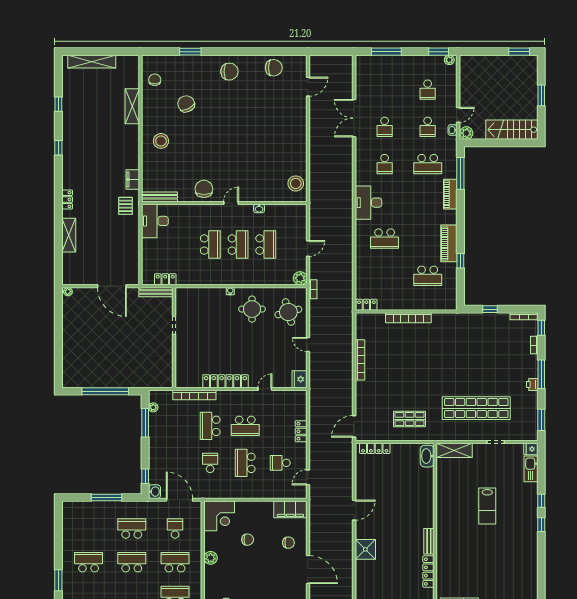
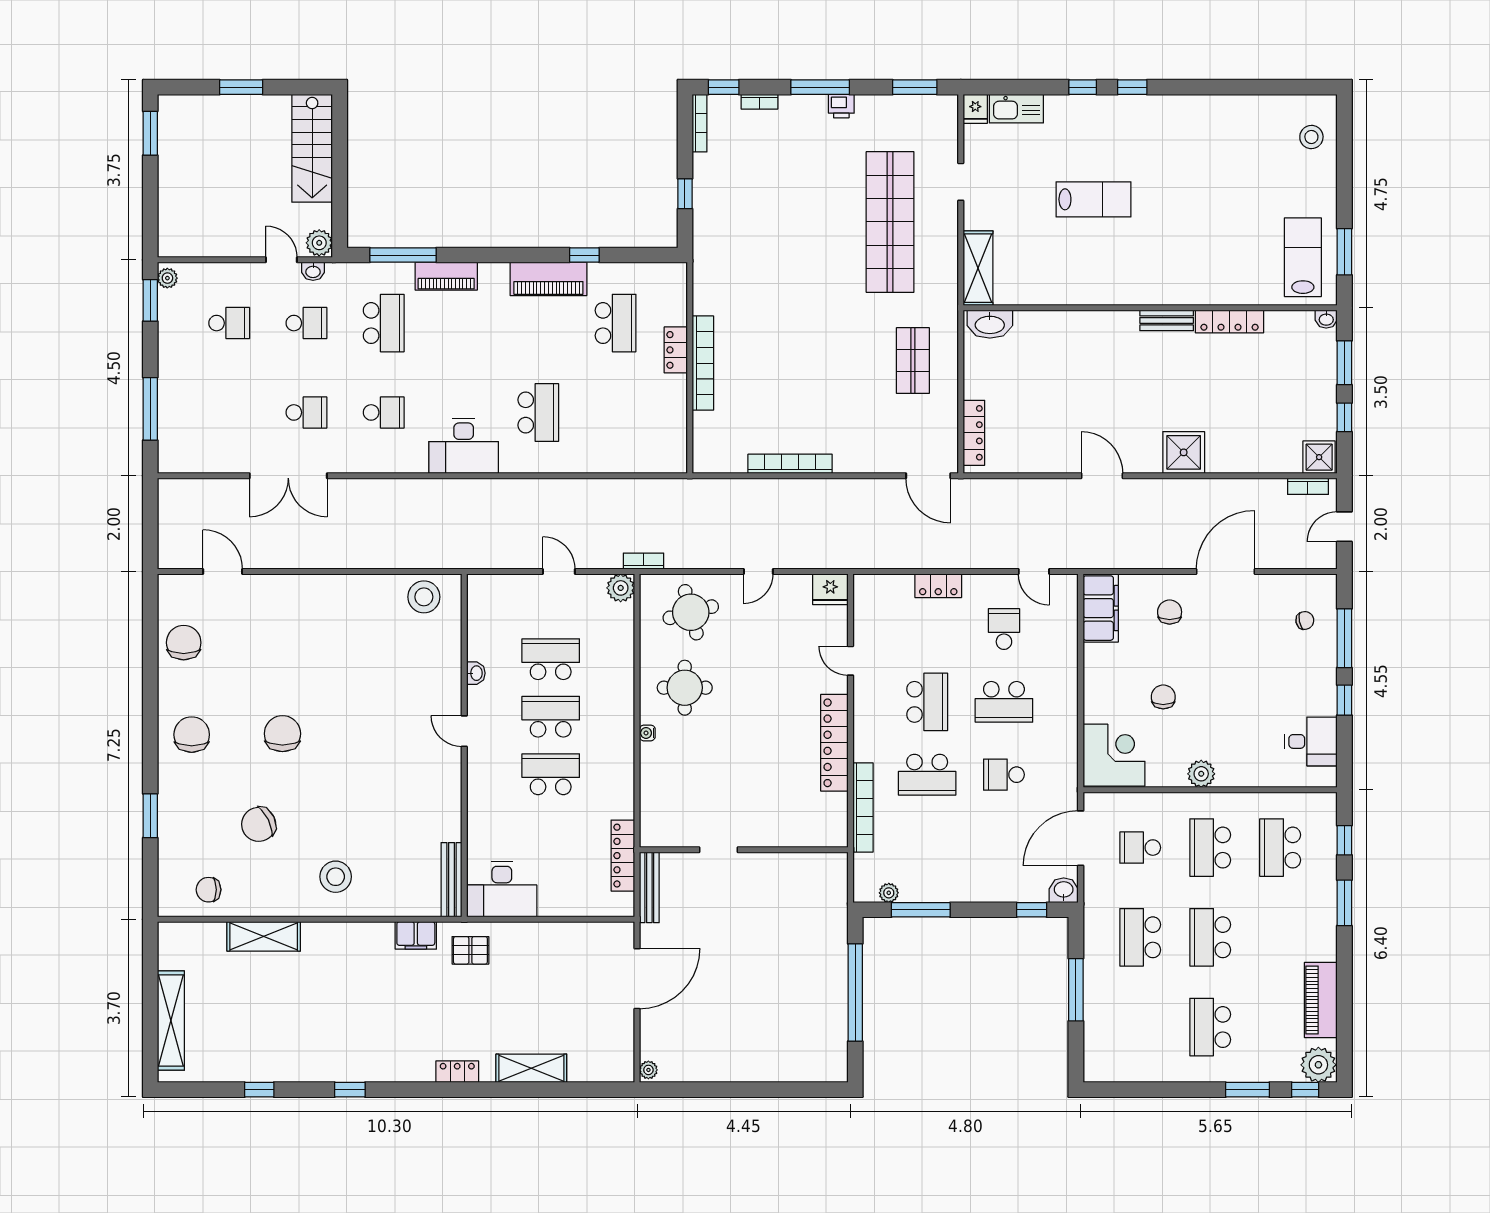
chair: (204, 189) -> (282, 734), moved, turned 90
locker: (165, 279) -> (623, 856), width x1.53
locker: (366, 305) -> (676, 350), moved
school desk: (280, 463) -> (1004, 629), turned 180

